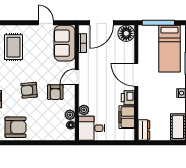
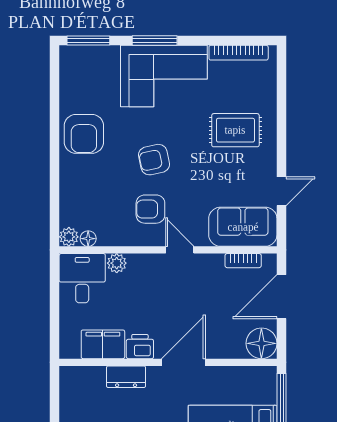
door: (102, 23) -> (282, 297), hinge flipped
armchair: (29, 90) -> (154, 160), turned -97
plant: (70, 115) -> (69, 237), moved
dresser: (144, 130) -> (126, 377), moved

